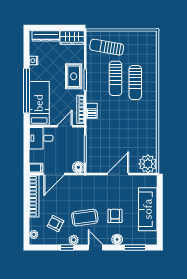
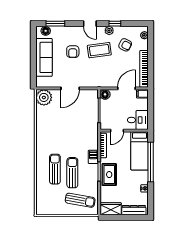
barbecue: (92, 111) -> (93, 157), moved
floor lamp: (117, 239) -> (46, 31), moved

